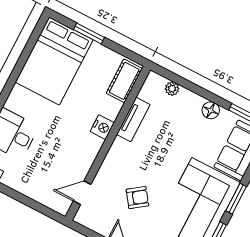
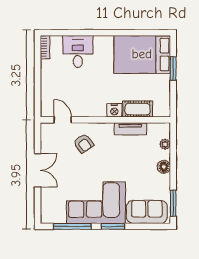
cot: (124, 81) -> (138, 109), moved
floor lamp: (211, 110) -> (164, 167), moved
armchair: (137, 198) -> (84, 143), moved

